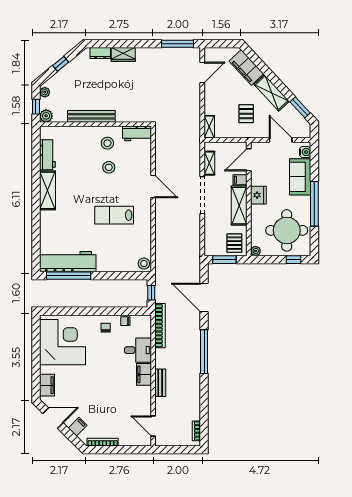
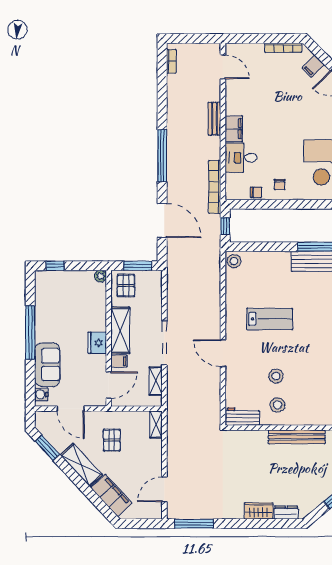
round table: (287, 230) -> (63, 301), removed

